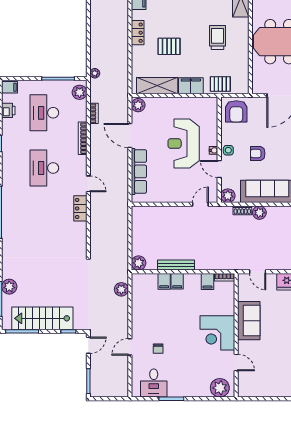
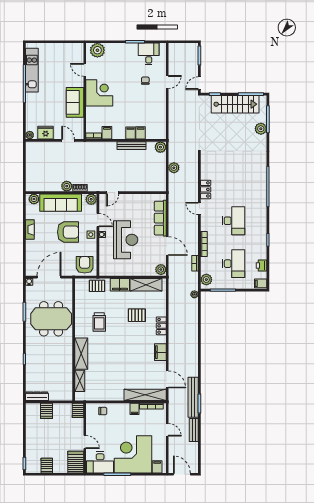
armchair: (258, 153) -> (68, 232), width x1.88, depth x1.88
plant: (121, 289) -> (174, 168), moved

